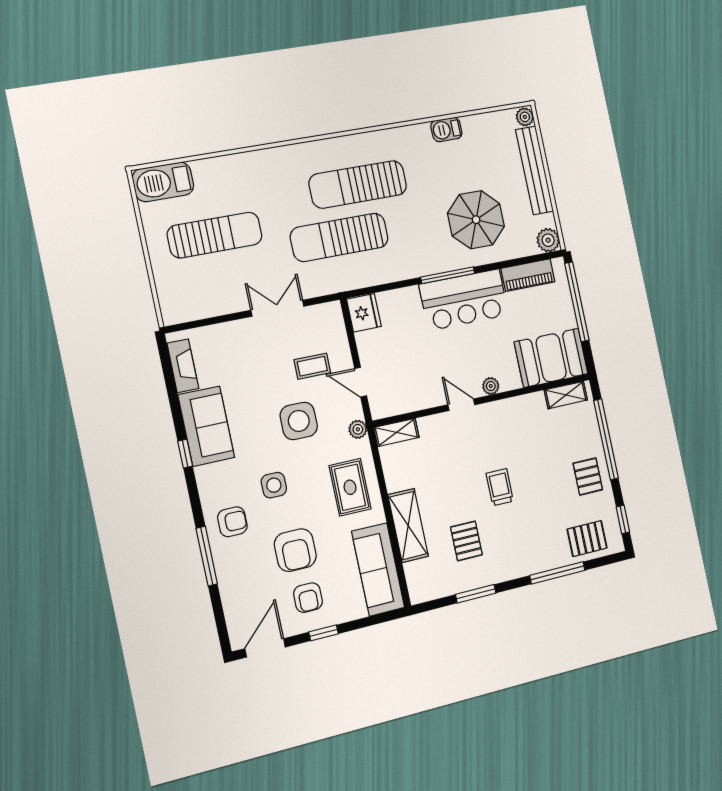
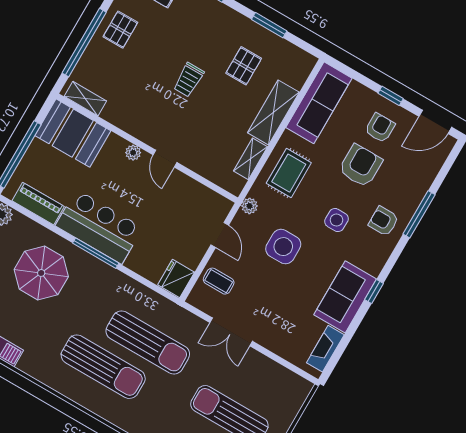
coffee table: (312, 366) -> (219, 281), moved
shelving: (396, 432) -> (251, 159), moved, turned 90

